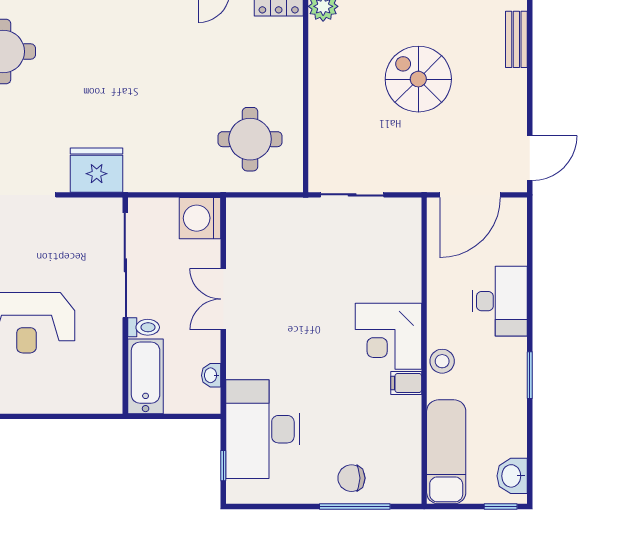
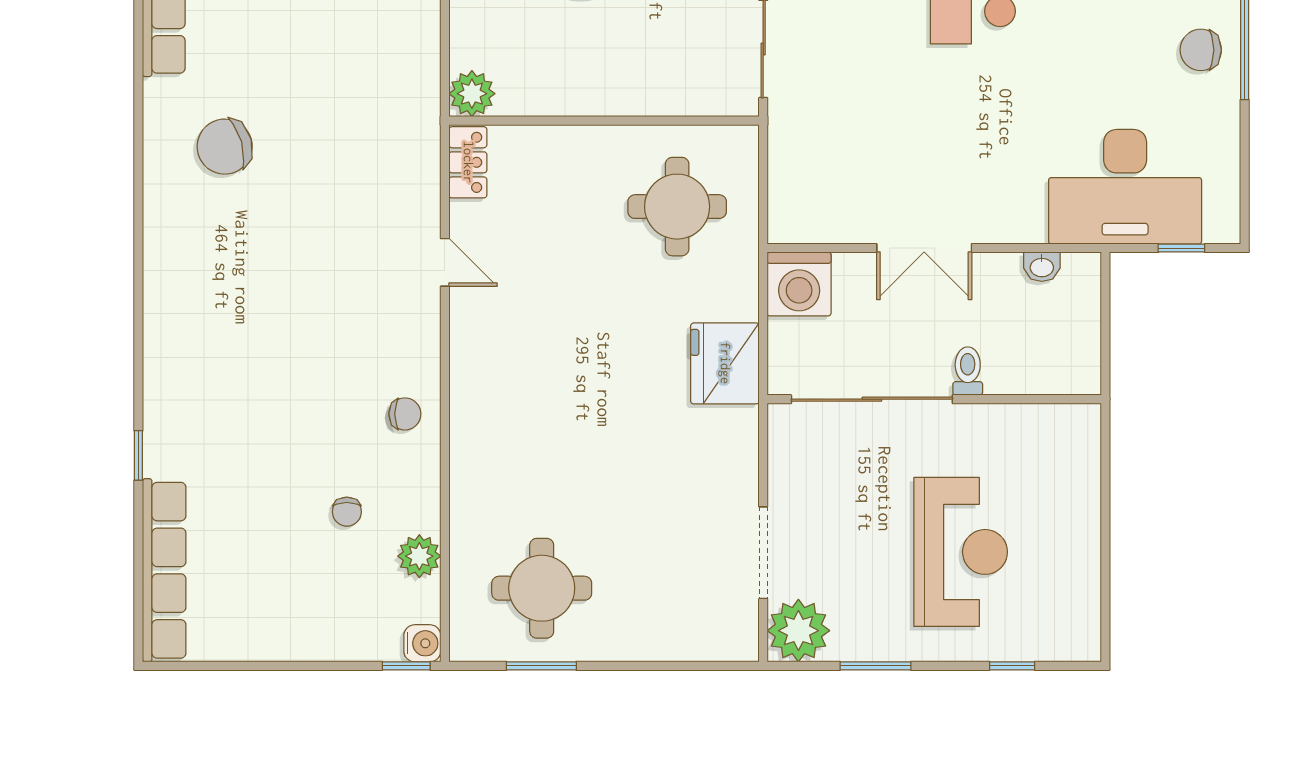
fridge: (97, 170) -> (725, 363), moved
bathtub: (146, 376) -> (1044, 368), removed
chair: (351, 478) -> (1201, 50), turned 90

